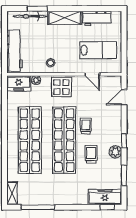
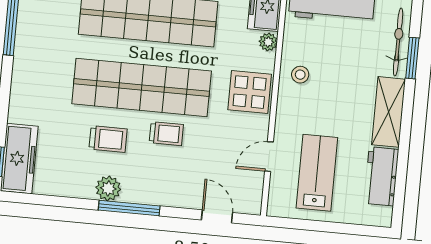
lab bench: (98, 50) -> (317, 173), turned 180
window: (124, 141) -> (129, 208), width x2.17
window: (124, 175) -> (59, 201), removed

